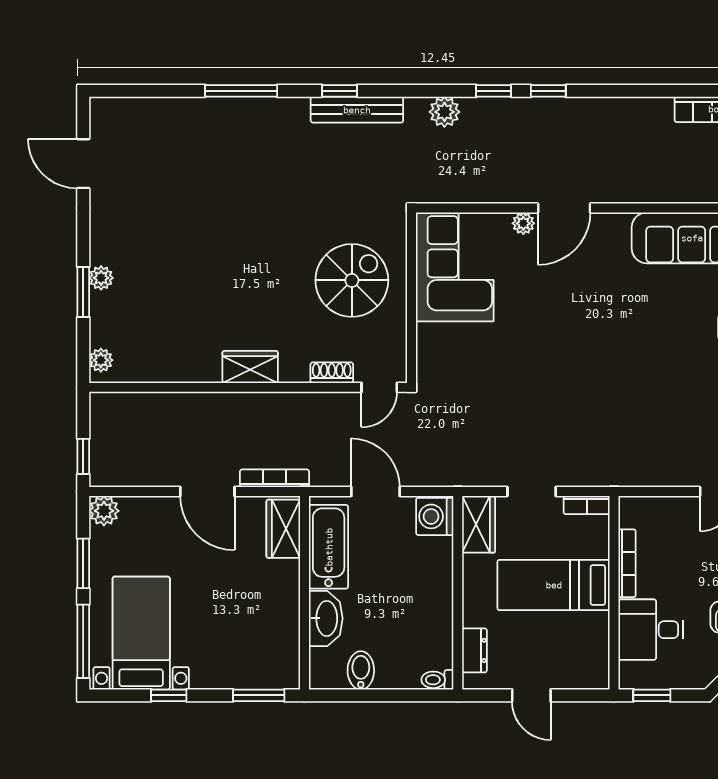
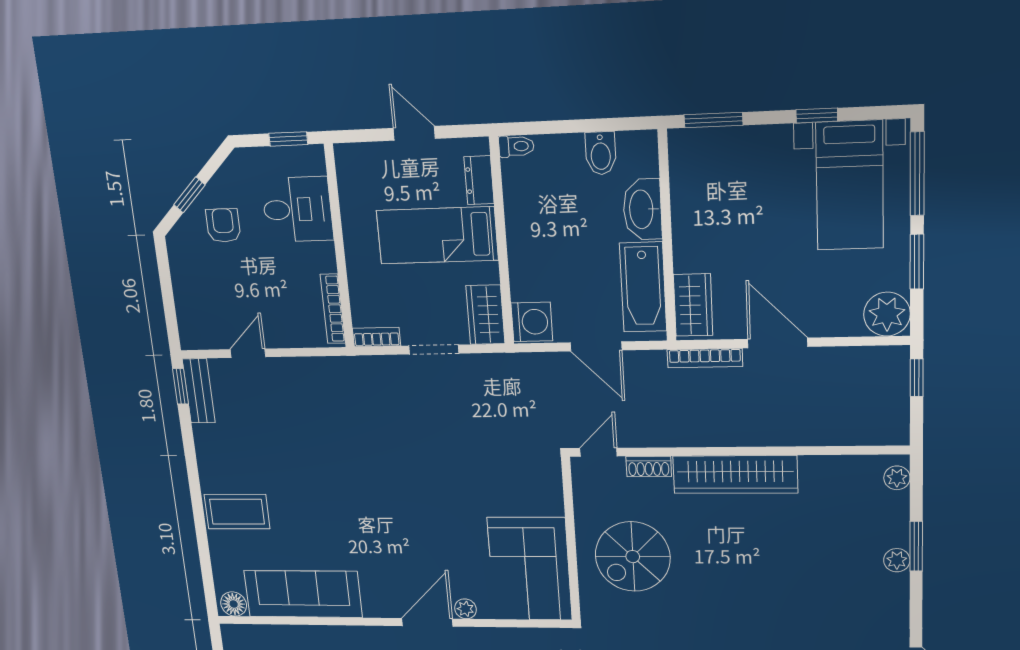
wardrobe: (250, 367) -> (735, 474), width x2.10, depth x1.17
plant: (104, 511) -> (887, 314), width x1.36, depth x1.36
bookcase: (627, 563) -> (333, 309), moved
bed: (554, 585) -> (437, 235), moved, turned 180

